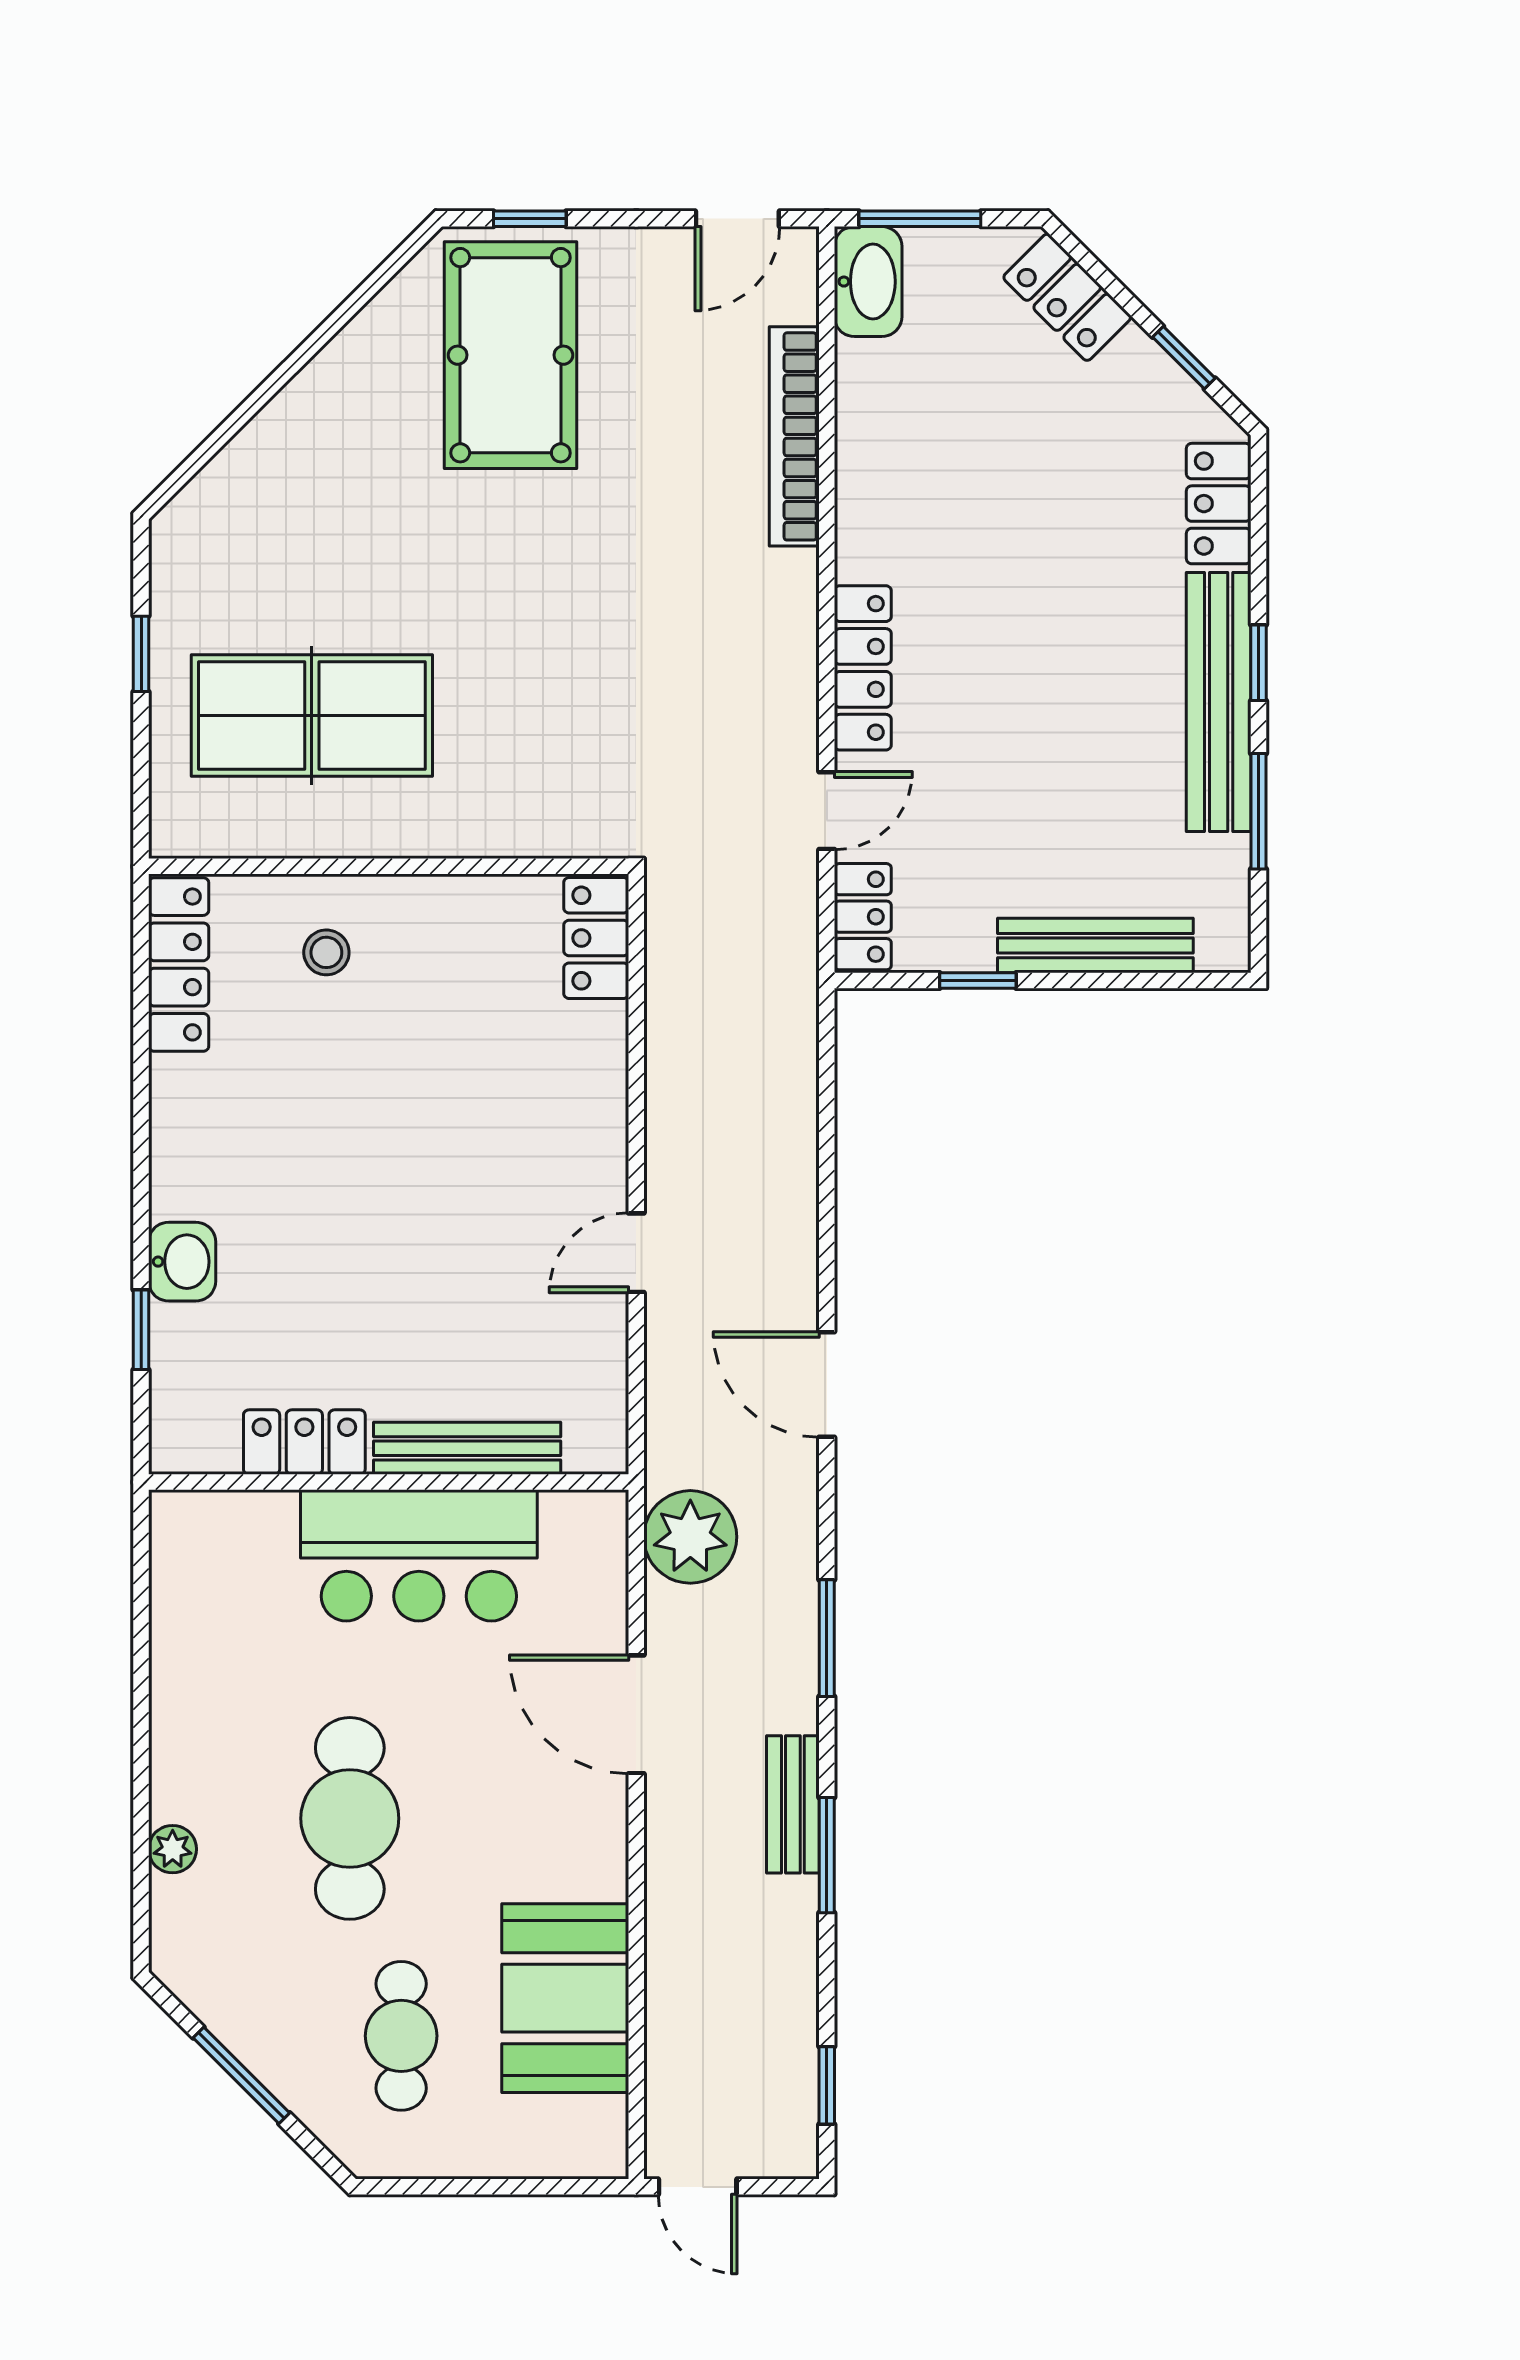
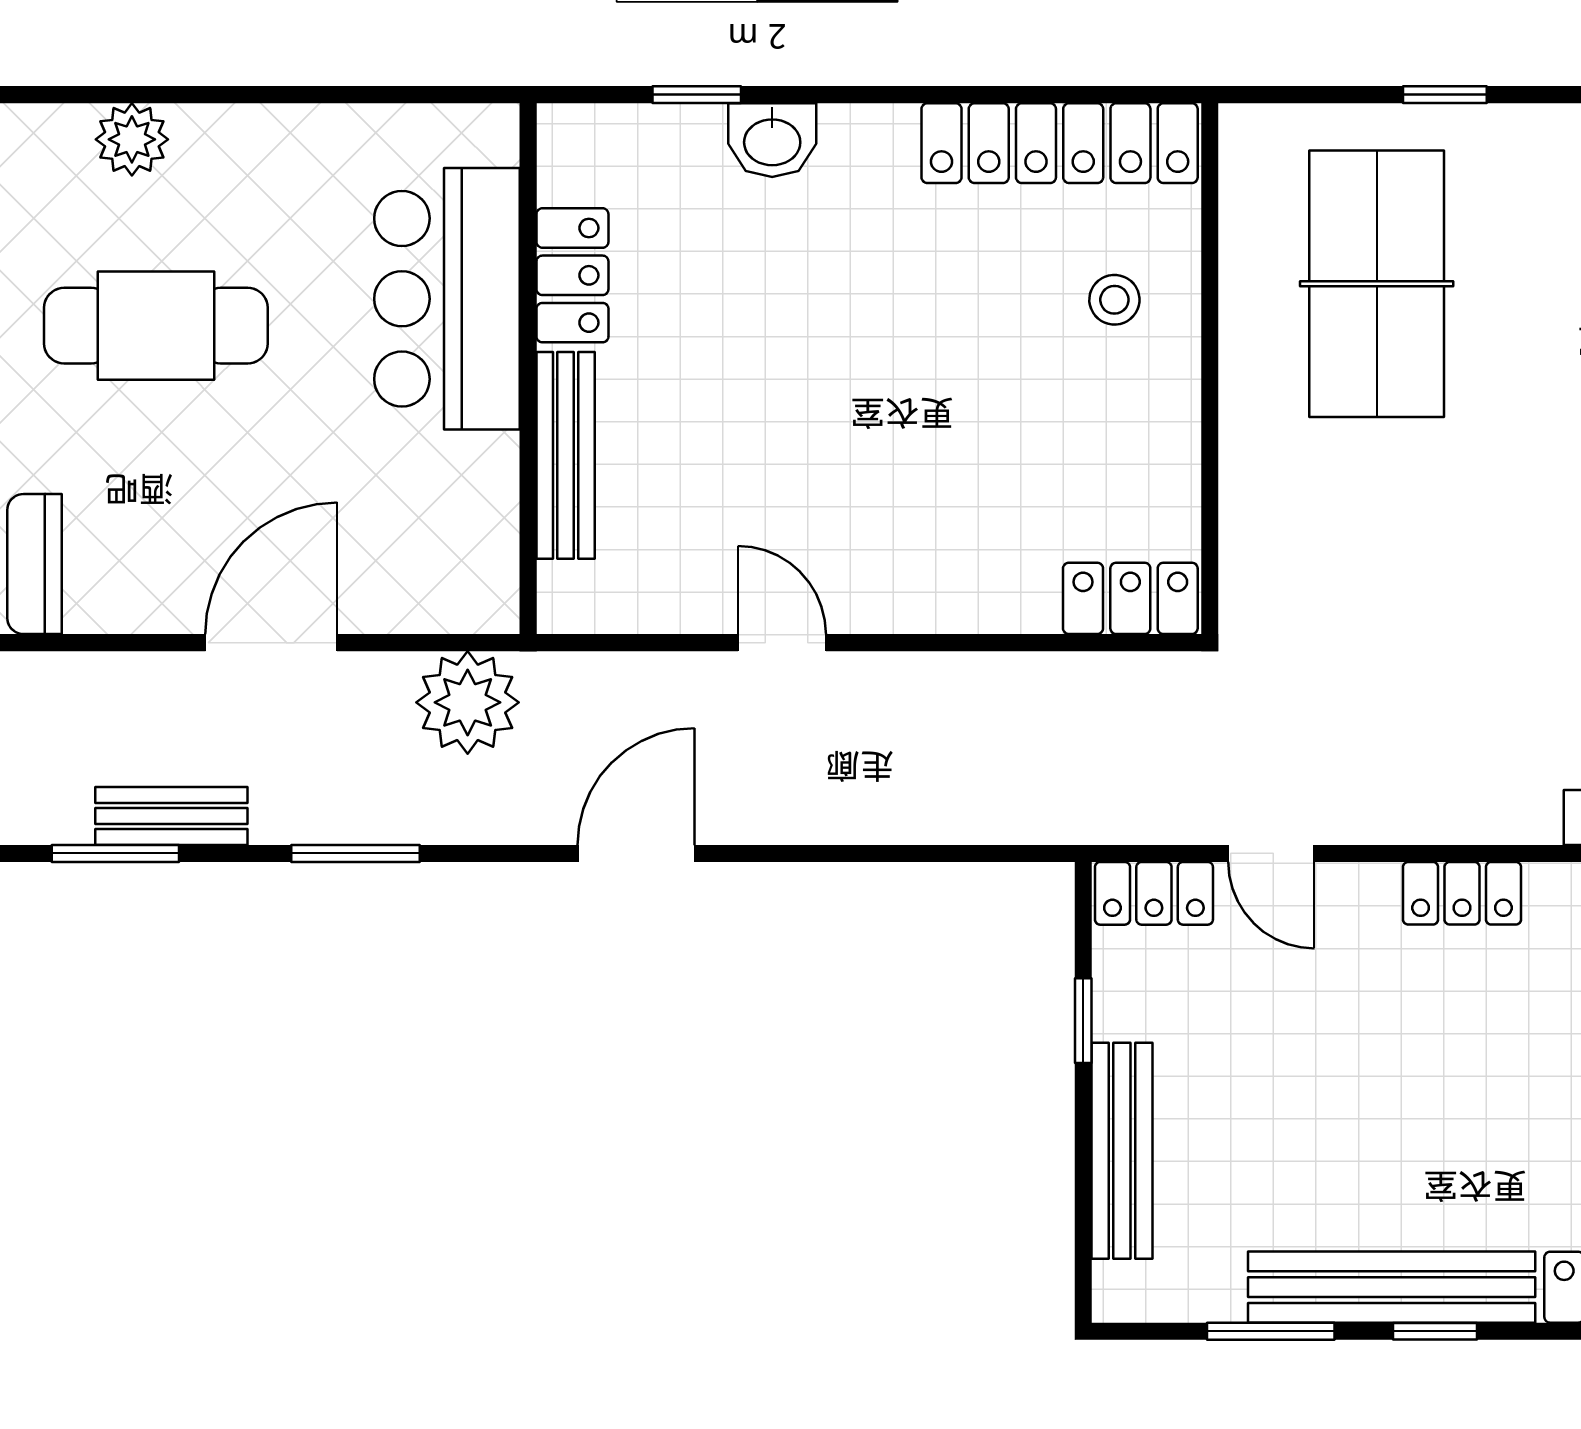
locker: (863, 668) -> (1462, 893), width x0.66
locker: (179, 964) -> (1060, 143), width x1.41, depth x1.21
bar counter: (419, 1555) -> (447, 299), moved
plant: (173, 1849) -> (132, 139), width x1.38, depth x1.38

